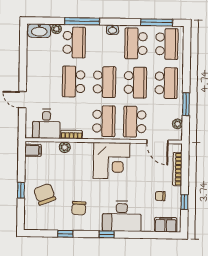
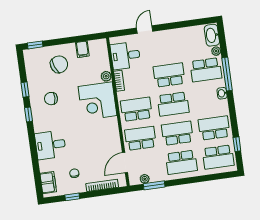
window: (157, 22) -> (237, 144), width x0.46
washbasin: (112, 30) -> (222, 93), moved
school desk: (135, 83) -> (177, 133), turned 180
window: (186, 104) -> (154, 185), moved
school desk: (104, 121) -> (136, 109), turned 180
filing cabinet: (33, 150) -> (82, 49), moved
corner desk: (112, 161) -> (97, 101), moved
window: (21, 190) -> (35, 45), moved
desk: (122, 216) -> (50, 145), width x0.73
window: (107, 234) -> (28, 114), moved

